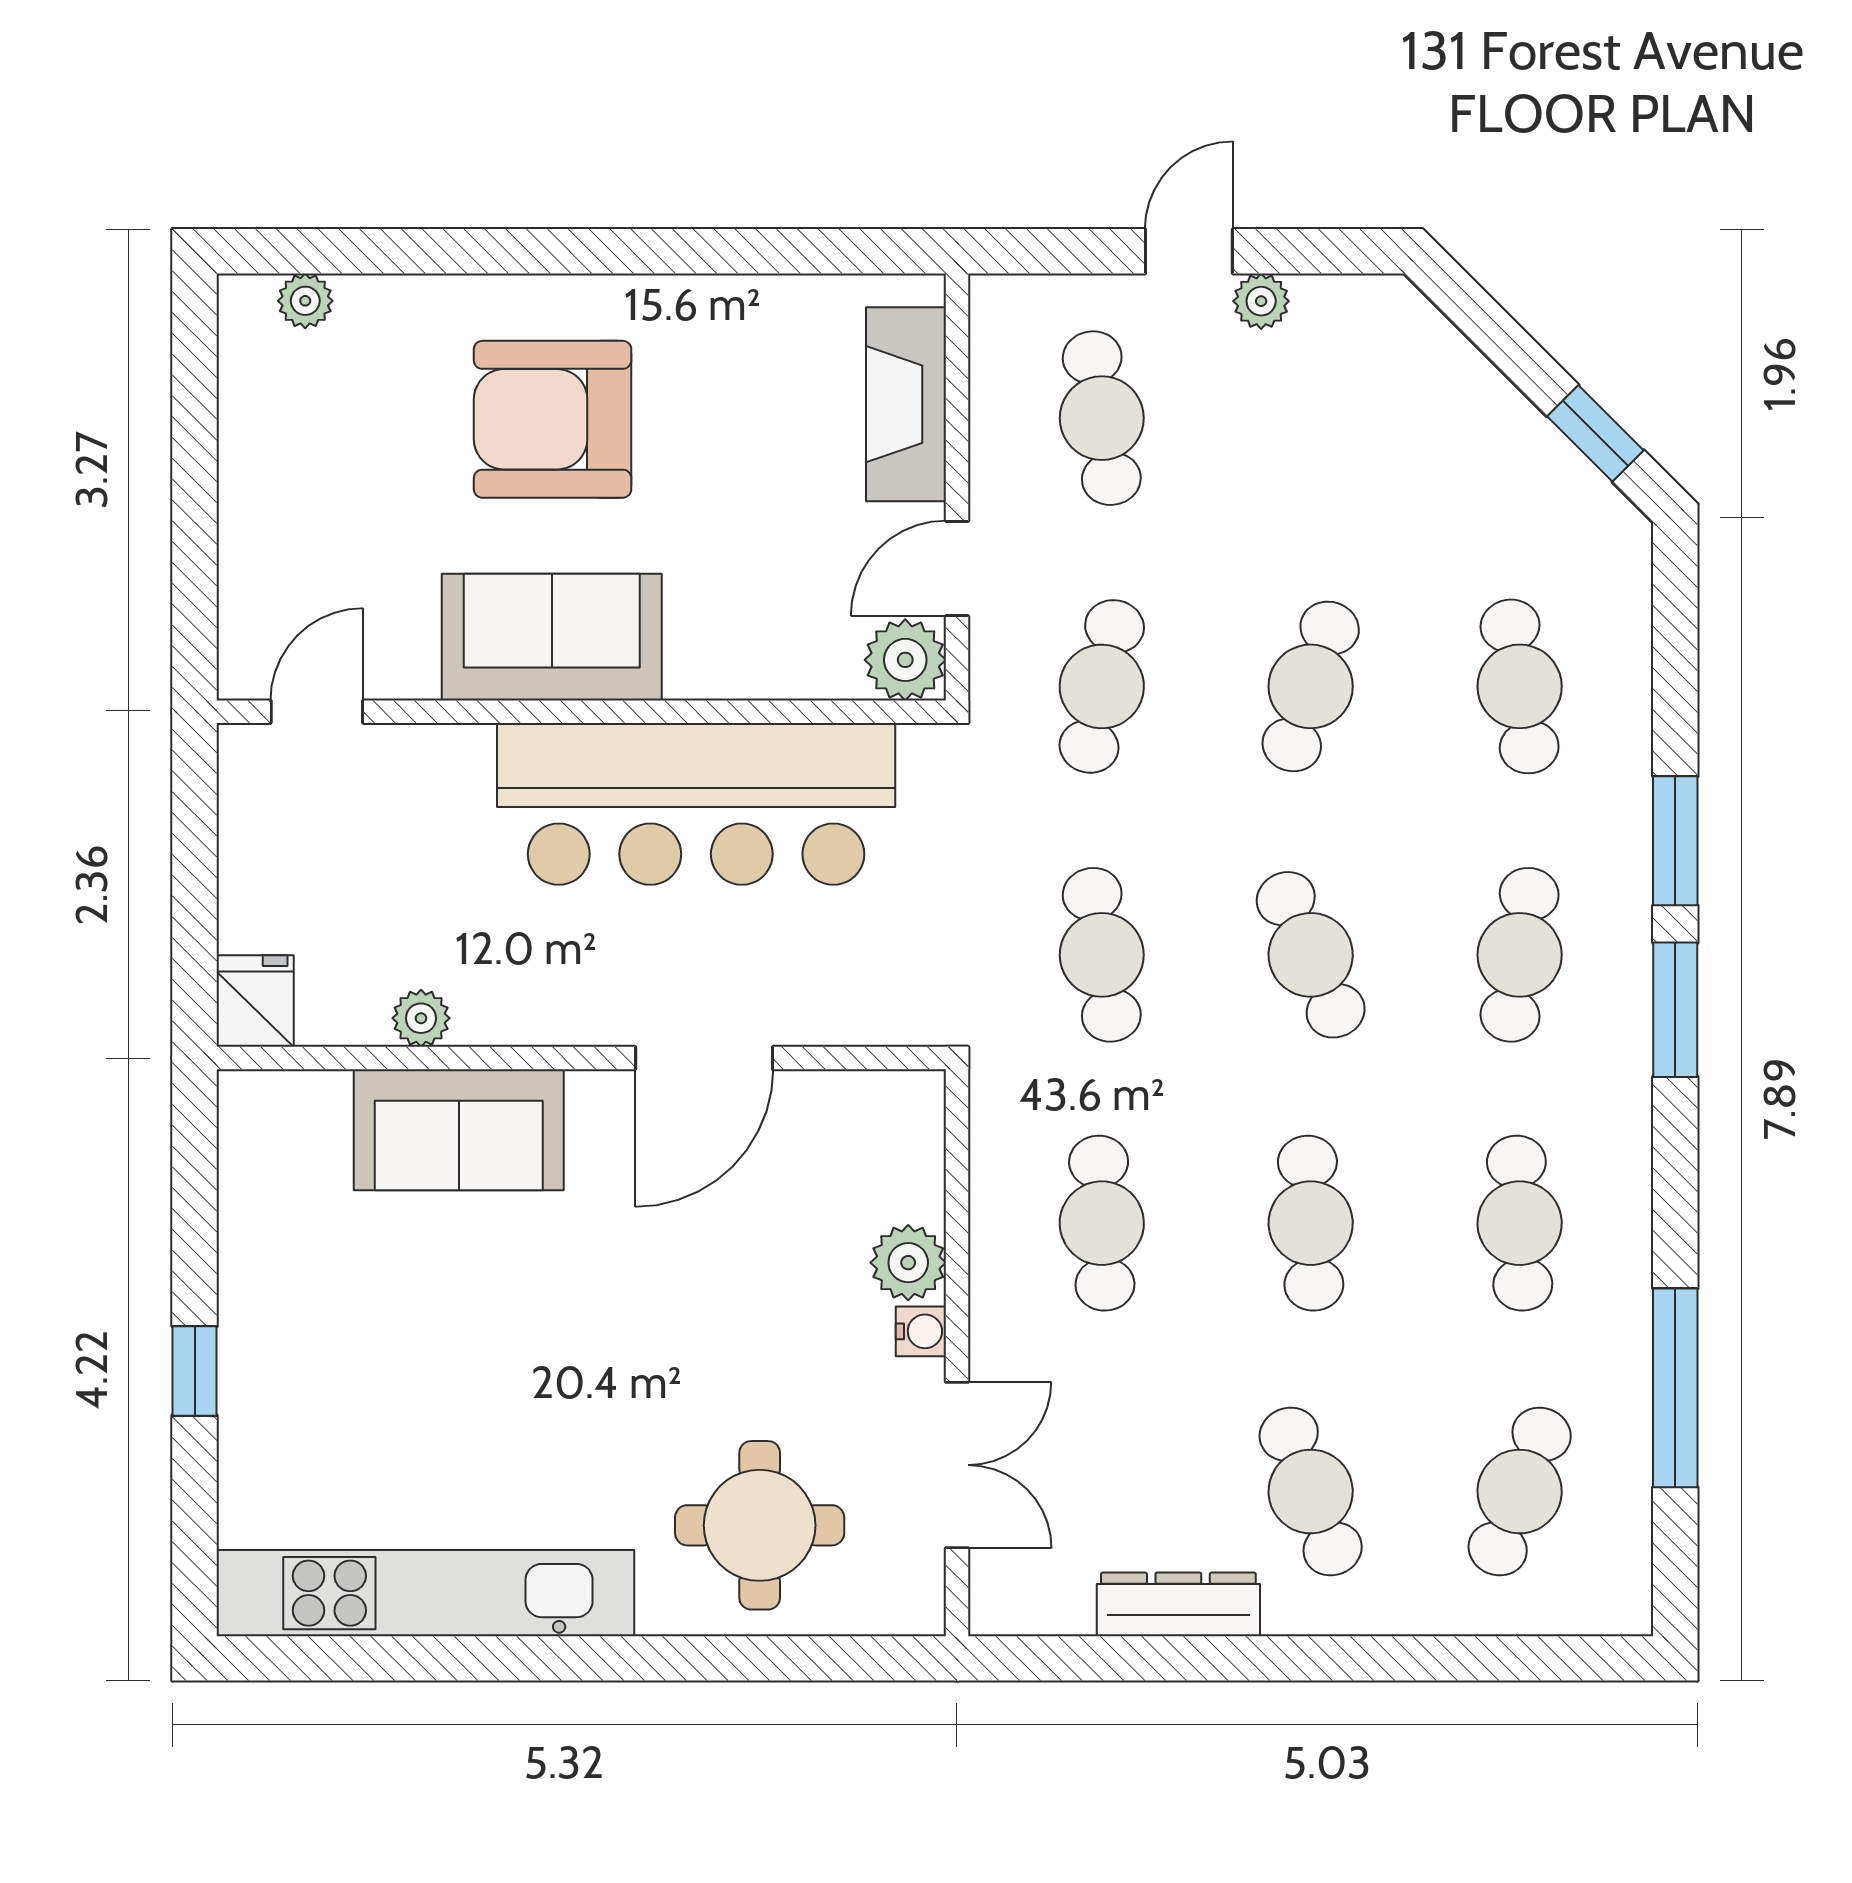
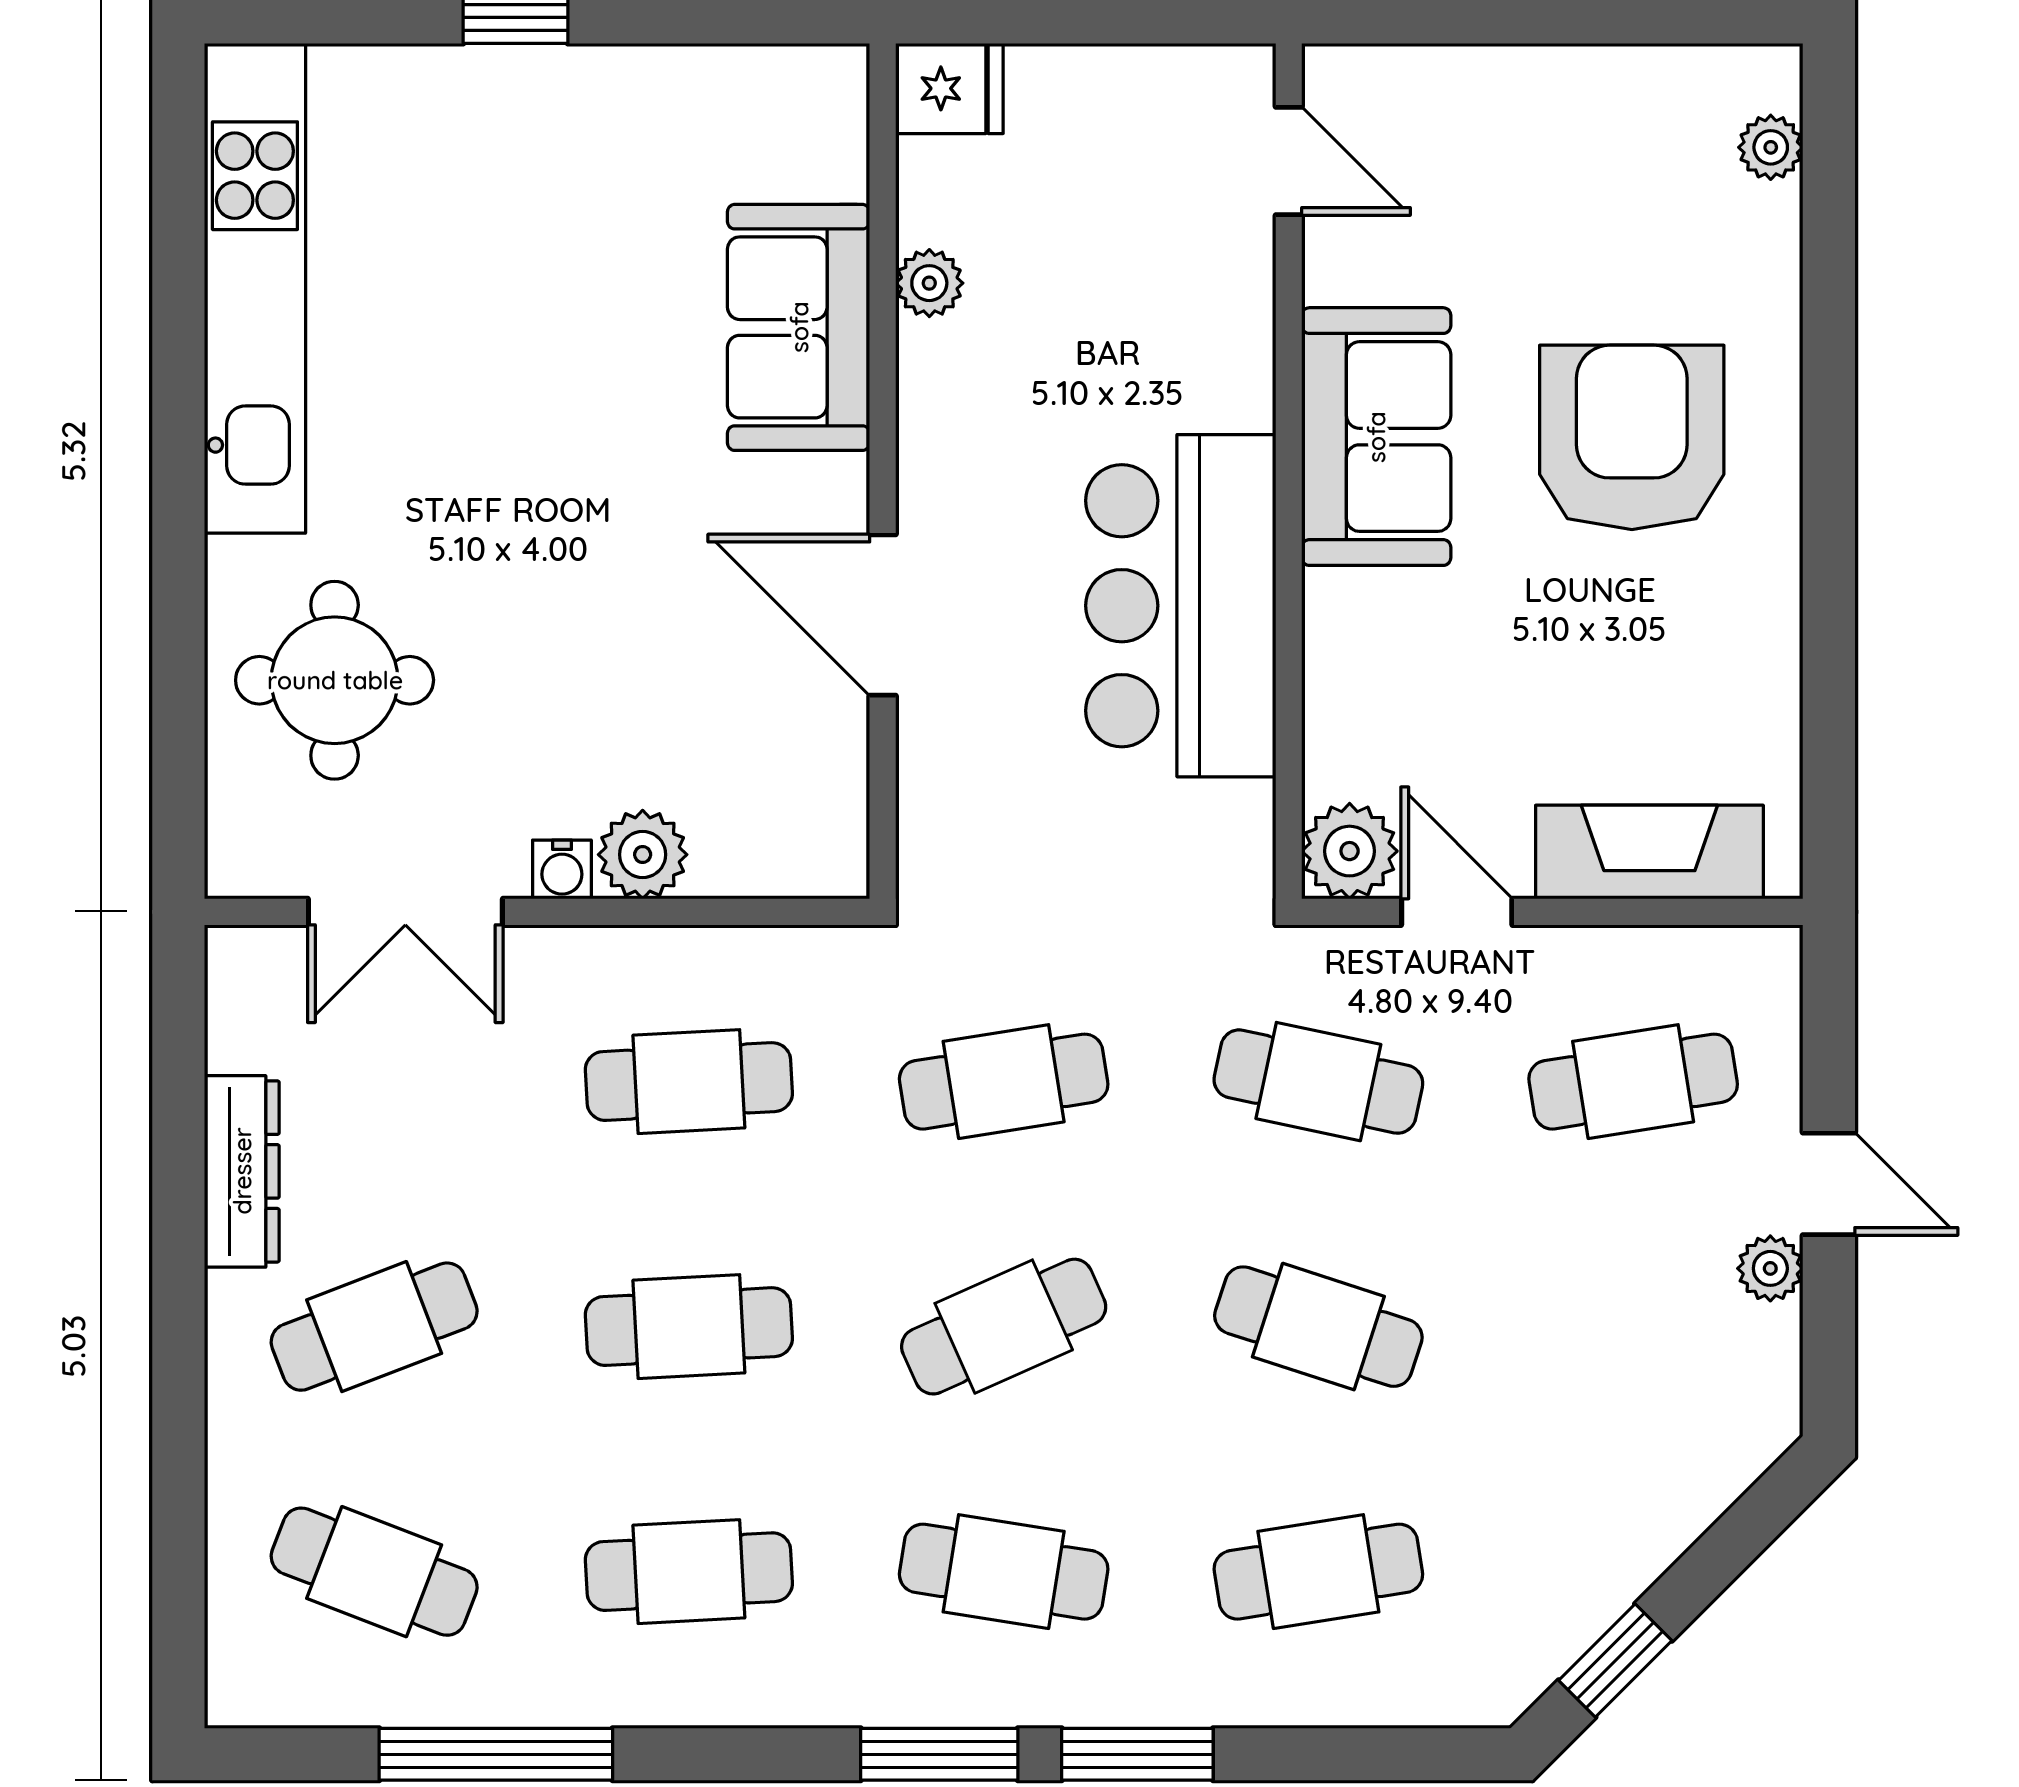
bar counter: (696, 804) -> (1181, 606), width x0.73

